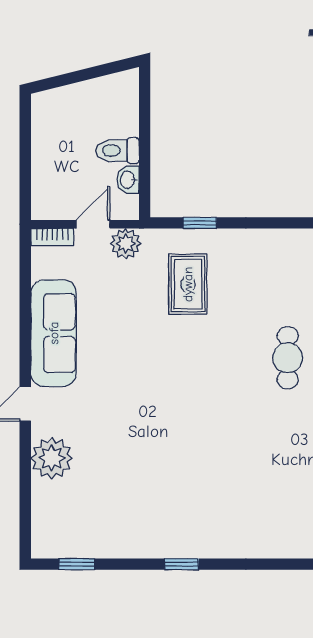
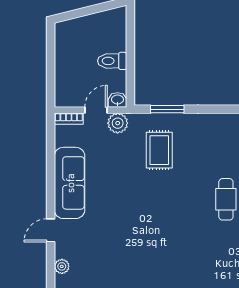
washbasin: (128, 180) -> (117, 100), moved, turned 90
window: (200, 223) -> (167, 109), width x1.50
plant: (52, 458) -> (62, 266), width x0.53, depth x0.53

